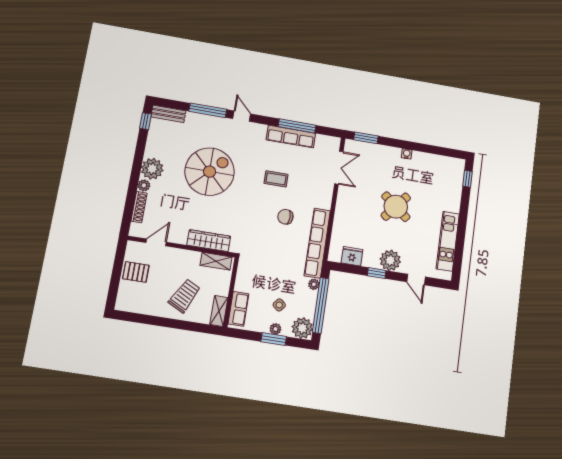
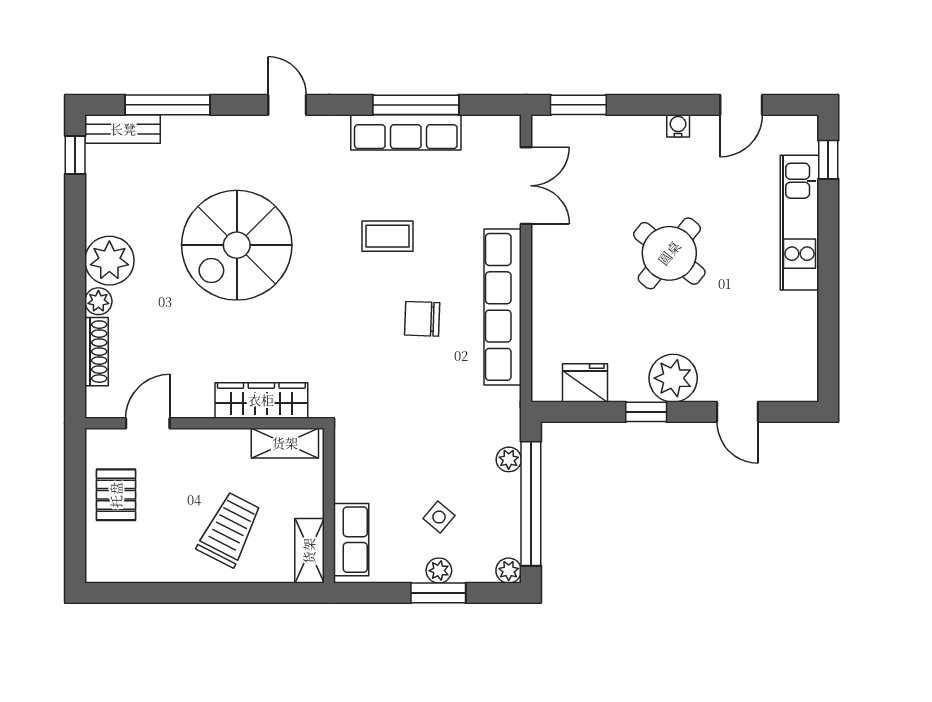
window: (208, 110) -> (167, 105), moved
door: (434, 150) -> (741, 105), added
spiral stairs: (210, 172) -> (237, 245), turned 180
kitchen unit: (448, 241) -> (799, 223), moved
row of seats: (317, 243) -> (503, 307), moved
pallet: (136, 272) -> (116, 495), turned 90
plant: (302, 328) -> (509, 571), width x0.53, depth x0.53

